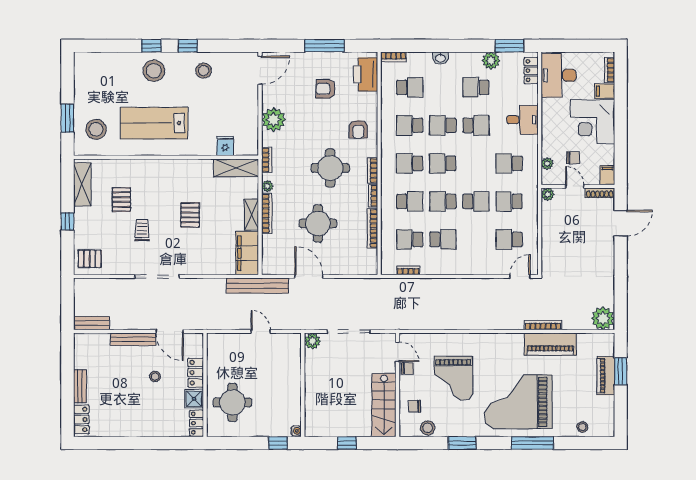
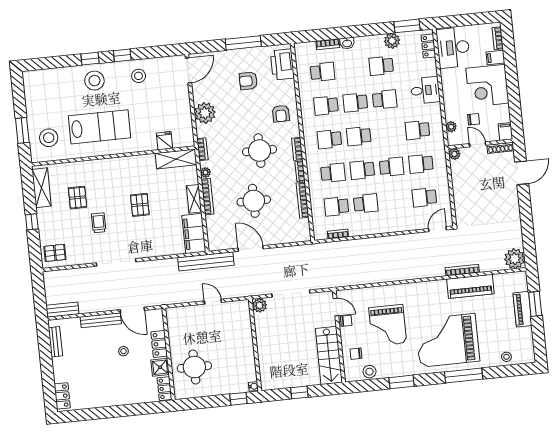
bookcase: (394, 57) -> (328, 44), moved
lab bench: (154, 123) -> (99, 127), turned 180
bench: (80, 386) -> (55, 342), moved

